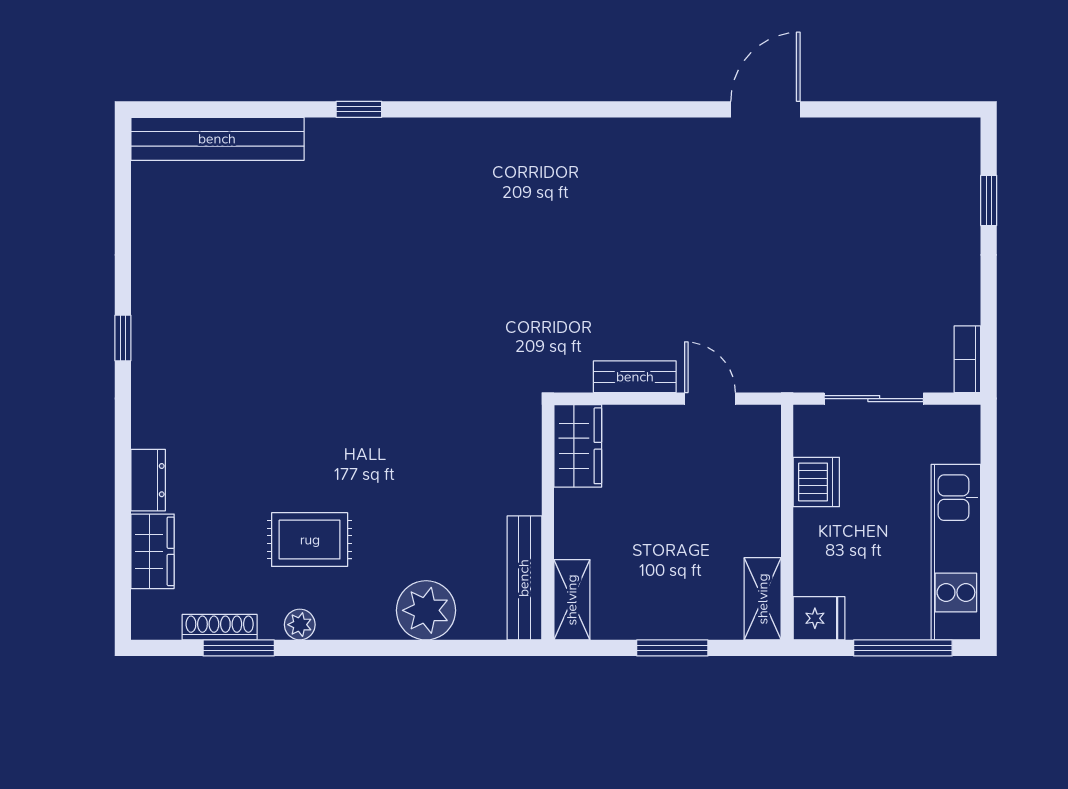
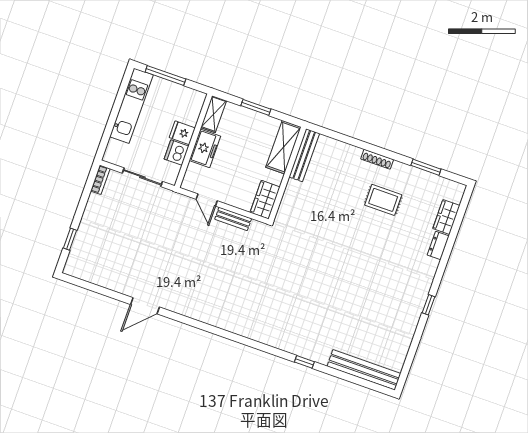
freezer: (755, 514) -> (205, 148), added
shelving: (572, 600) -> (283, 147), width x1.50, depth x1.33
plant: (426, 610) -> (347, 156), removed
fridge: (819, 618) -> (182, 133), moved
plant: (300, 625) -> (399, 168), removed
shoe rack: (220, 627) -> (377, 159), moved

